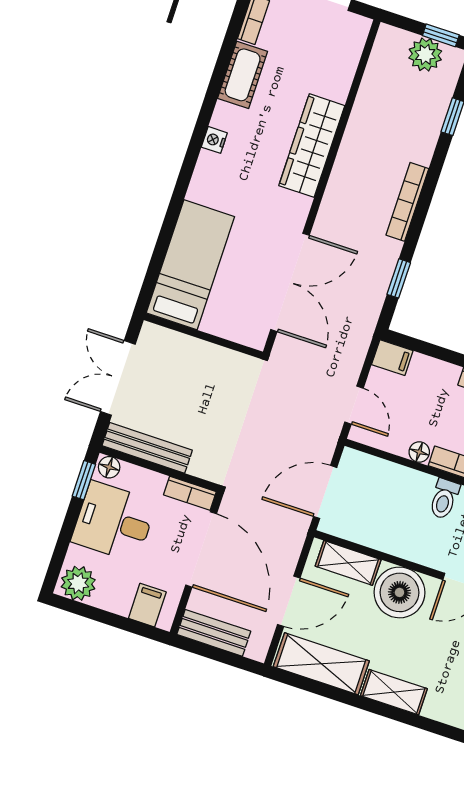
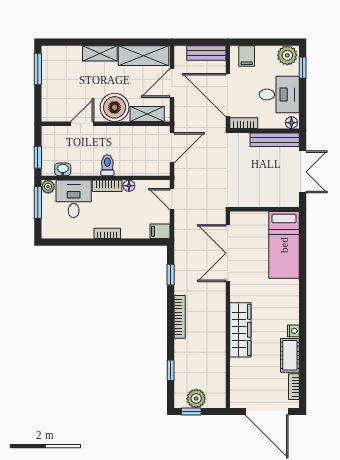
nightstand: (214, 140) -> (293, 331), moved
window: (84, 480) -> (303, 68), moved

